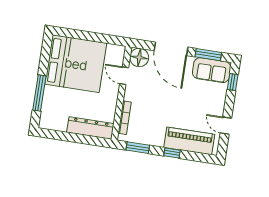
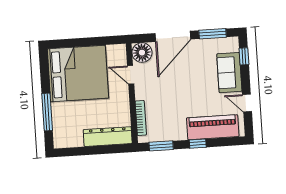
door: (171, 49) -> (173, 36), hinge flipped
sofa: (212, 70) -> (229, 73), moved, turned 90

